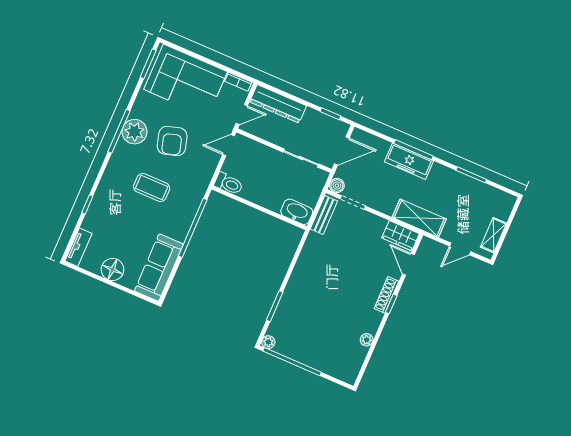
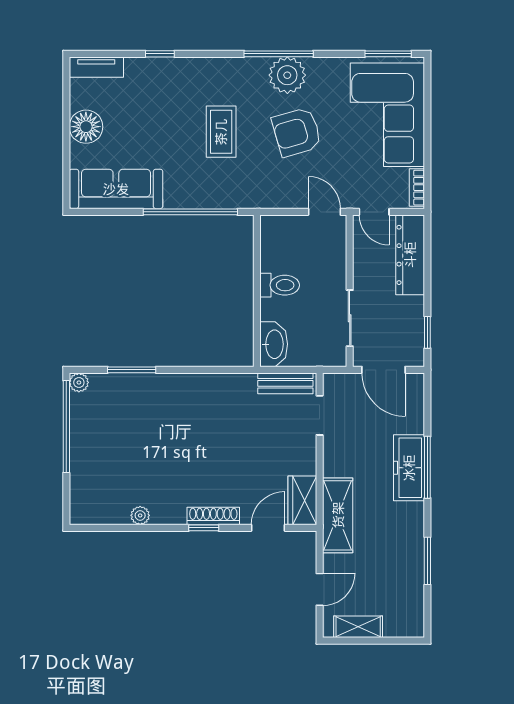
toilet: (229, 184) -> (280, 285), moved, turned -90
boiler: (337, 185) -> (333, 384), removed
door: (460, 249) -> (320, 589), swing flipped

